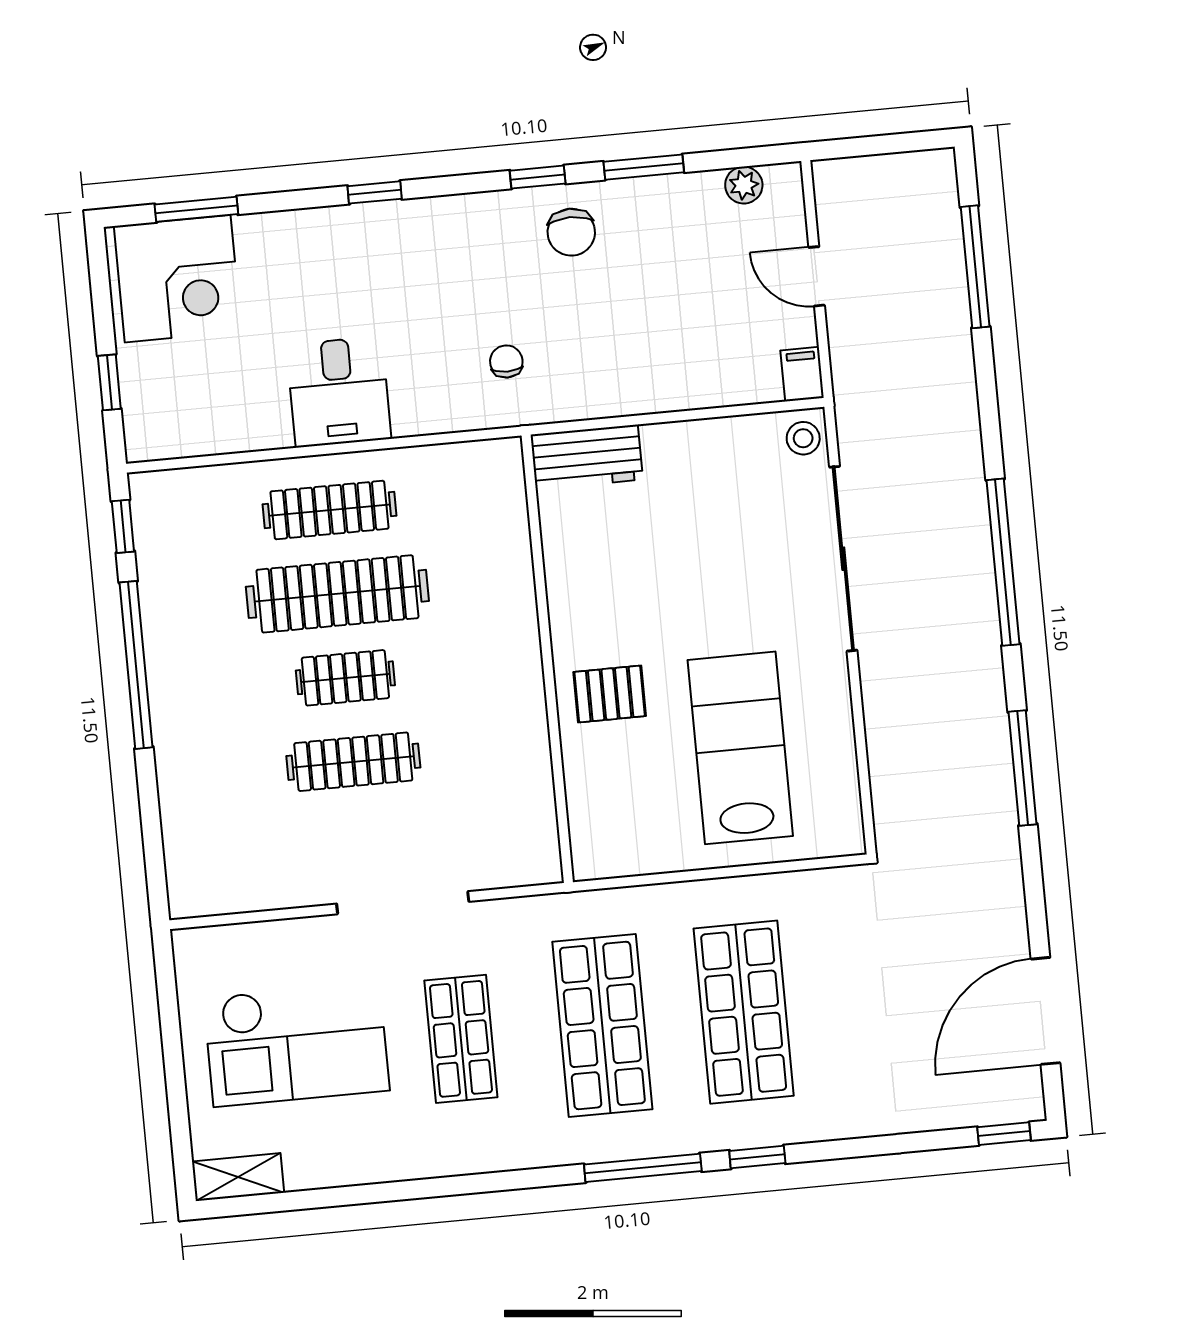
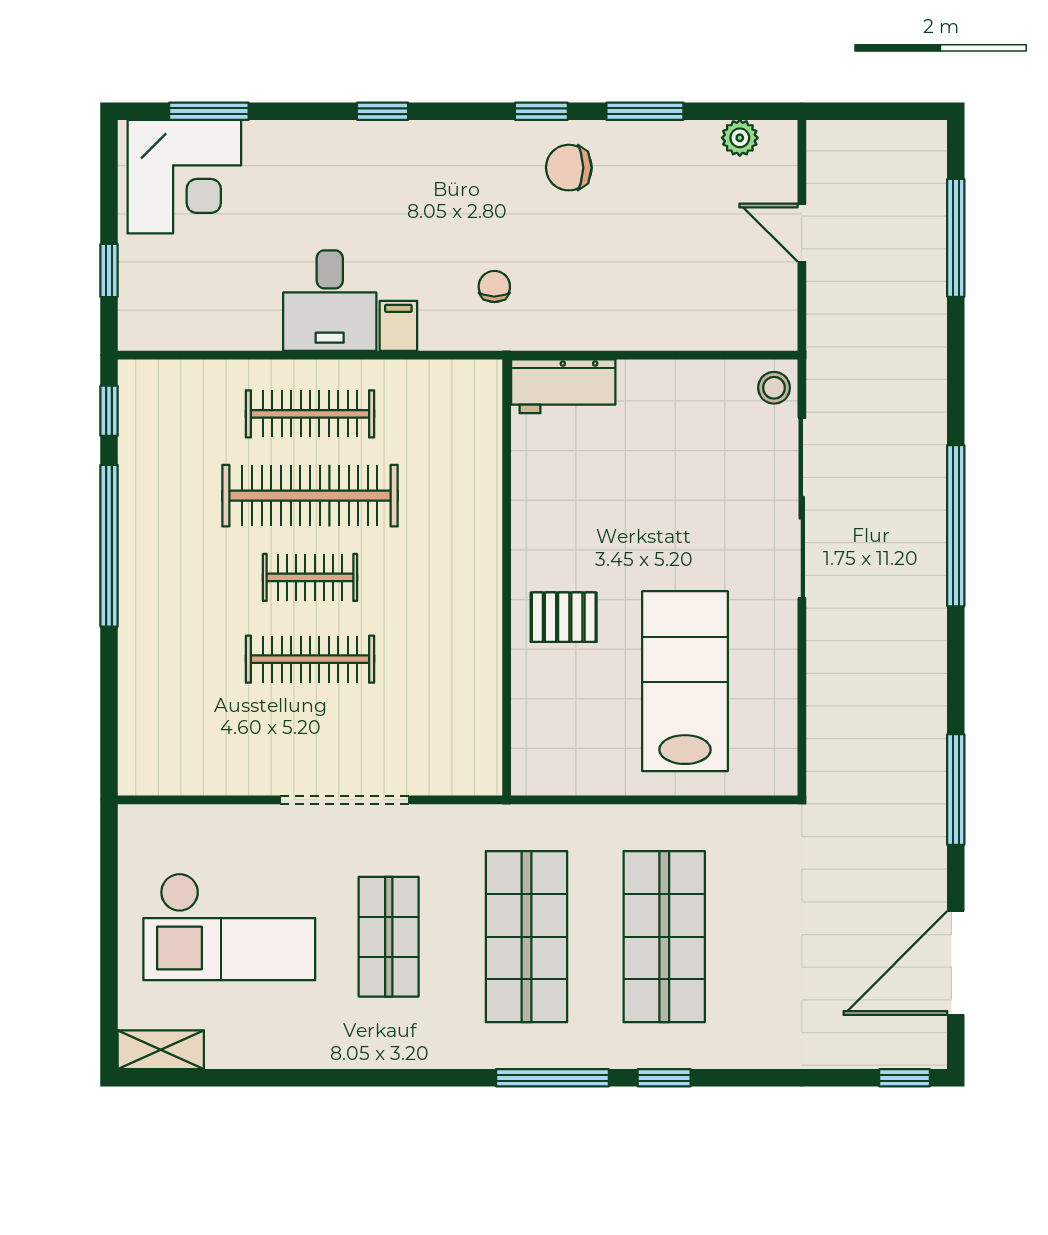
chair: (571, 232) -> (569, 168), turned 90
filing cabinet: (802, 374) -> (398, 326), moved
window: (1022, 768) -> (956, 790), moved

